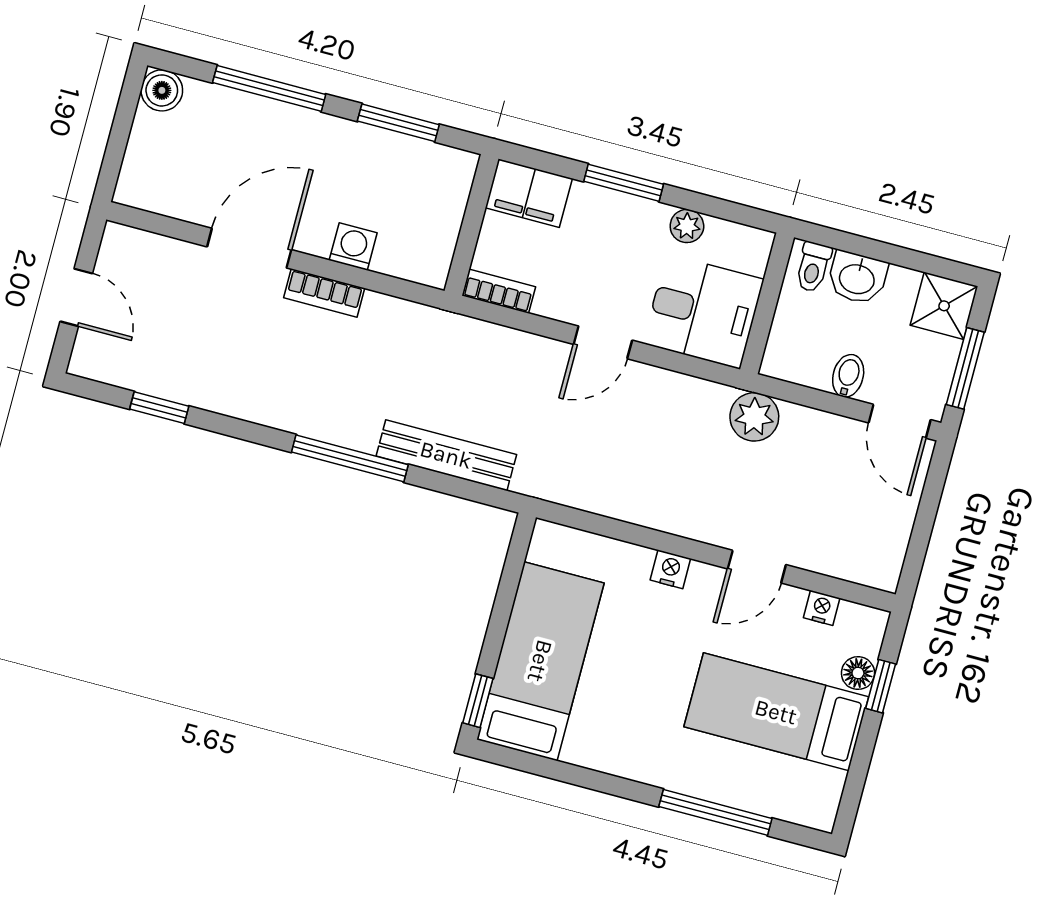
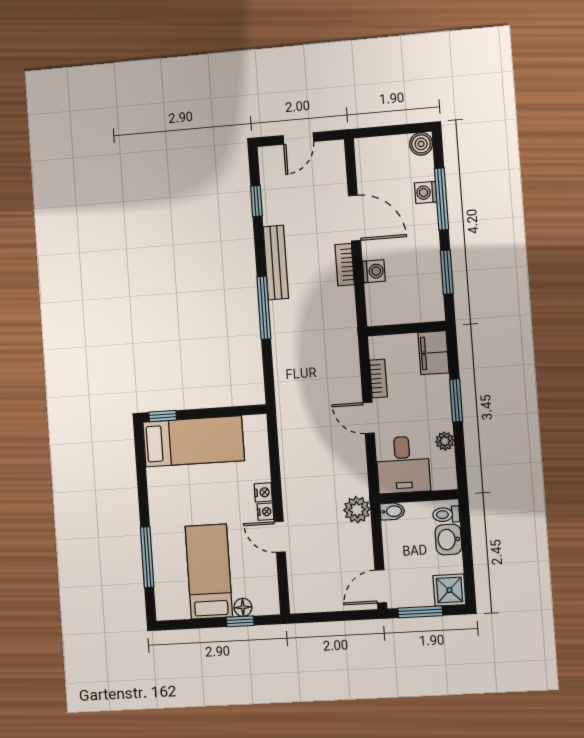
washing machine: (248, 112) -> (426, 192), added
bookcase: (499, 291) -> (378, 378), moved
bidet: (848, 376) -> (392, 511), moved
bench: (446, 455) -> (276, 263), moved
nightstand: (822, 608) -> (265, 512), moved

